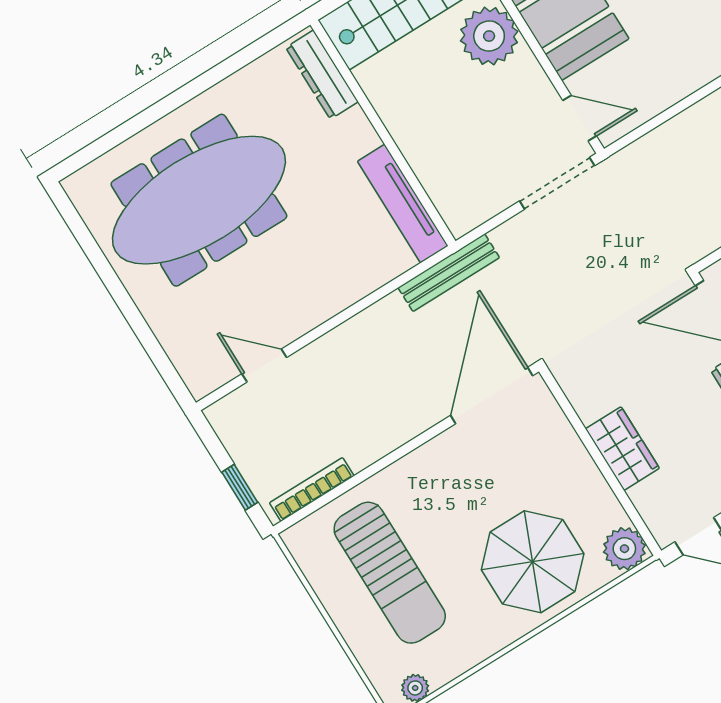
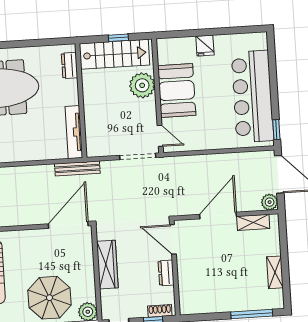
dresser: (322, 75) -> (69, 65), width x0.70
wardrobe: (622, 449) -> (107, 265), width x1.50

